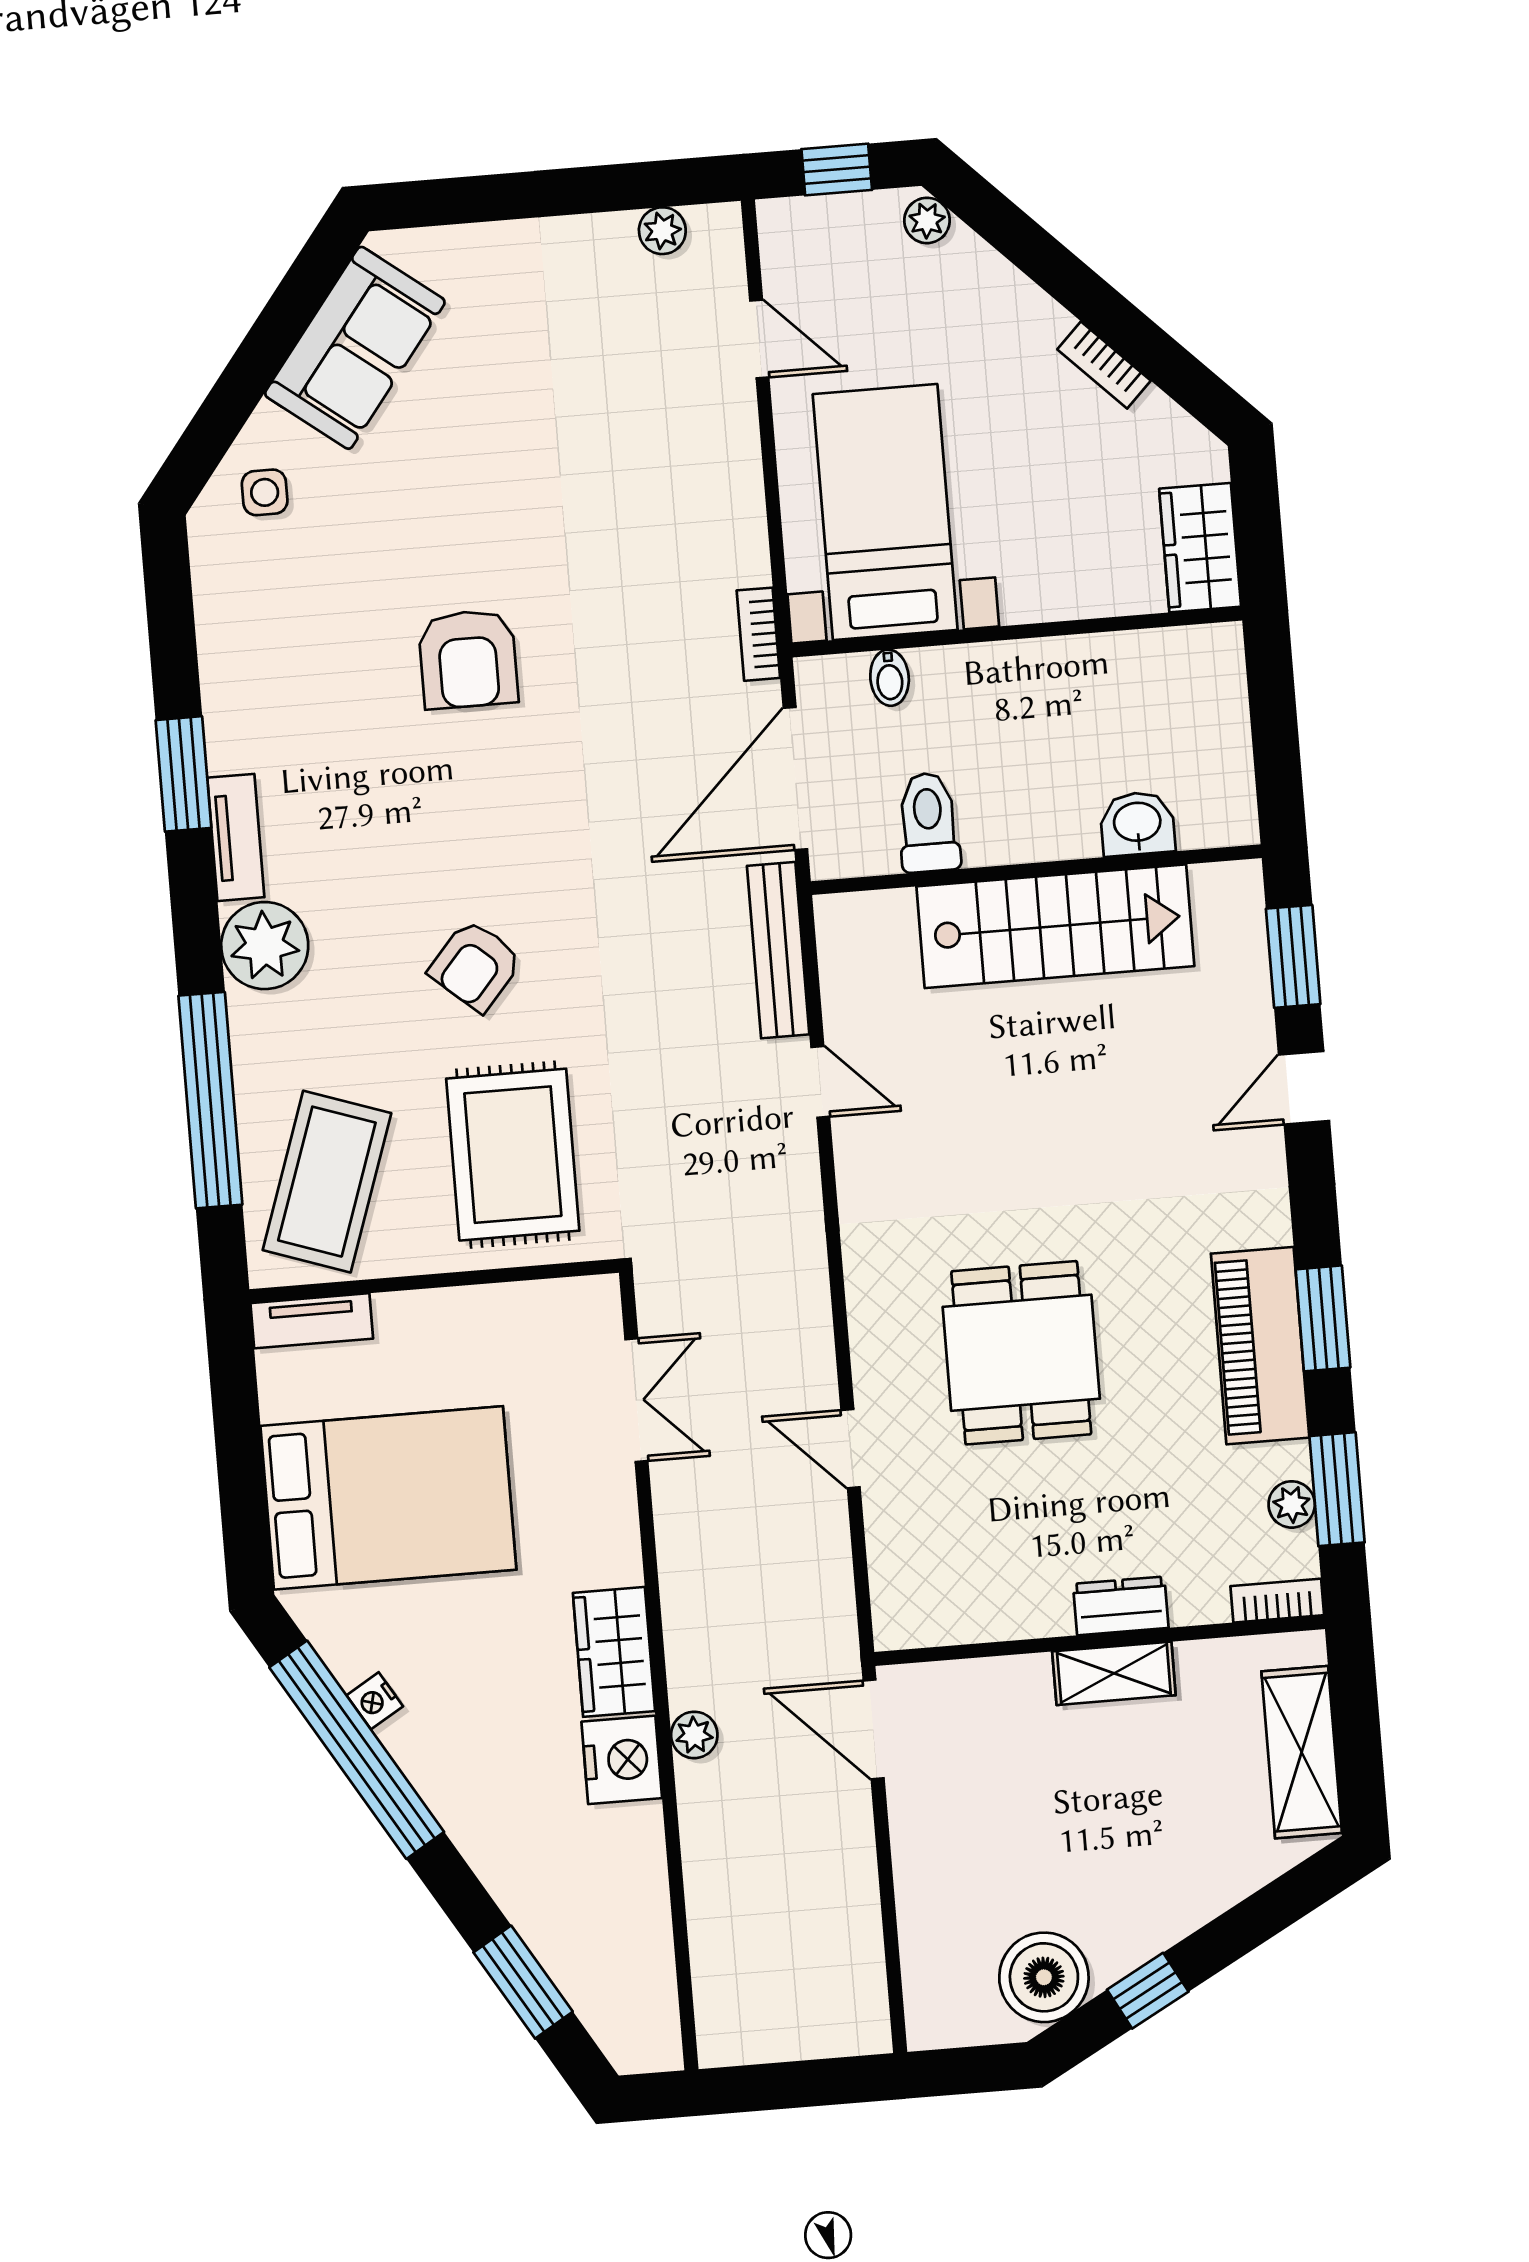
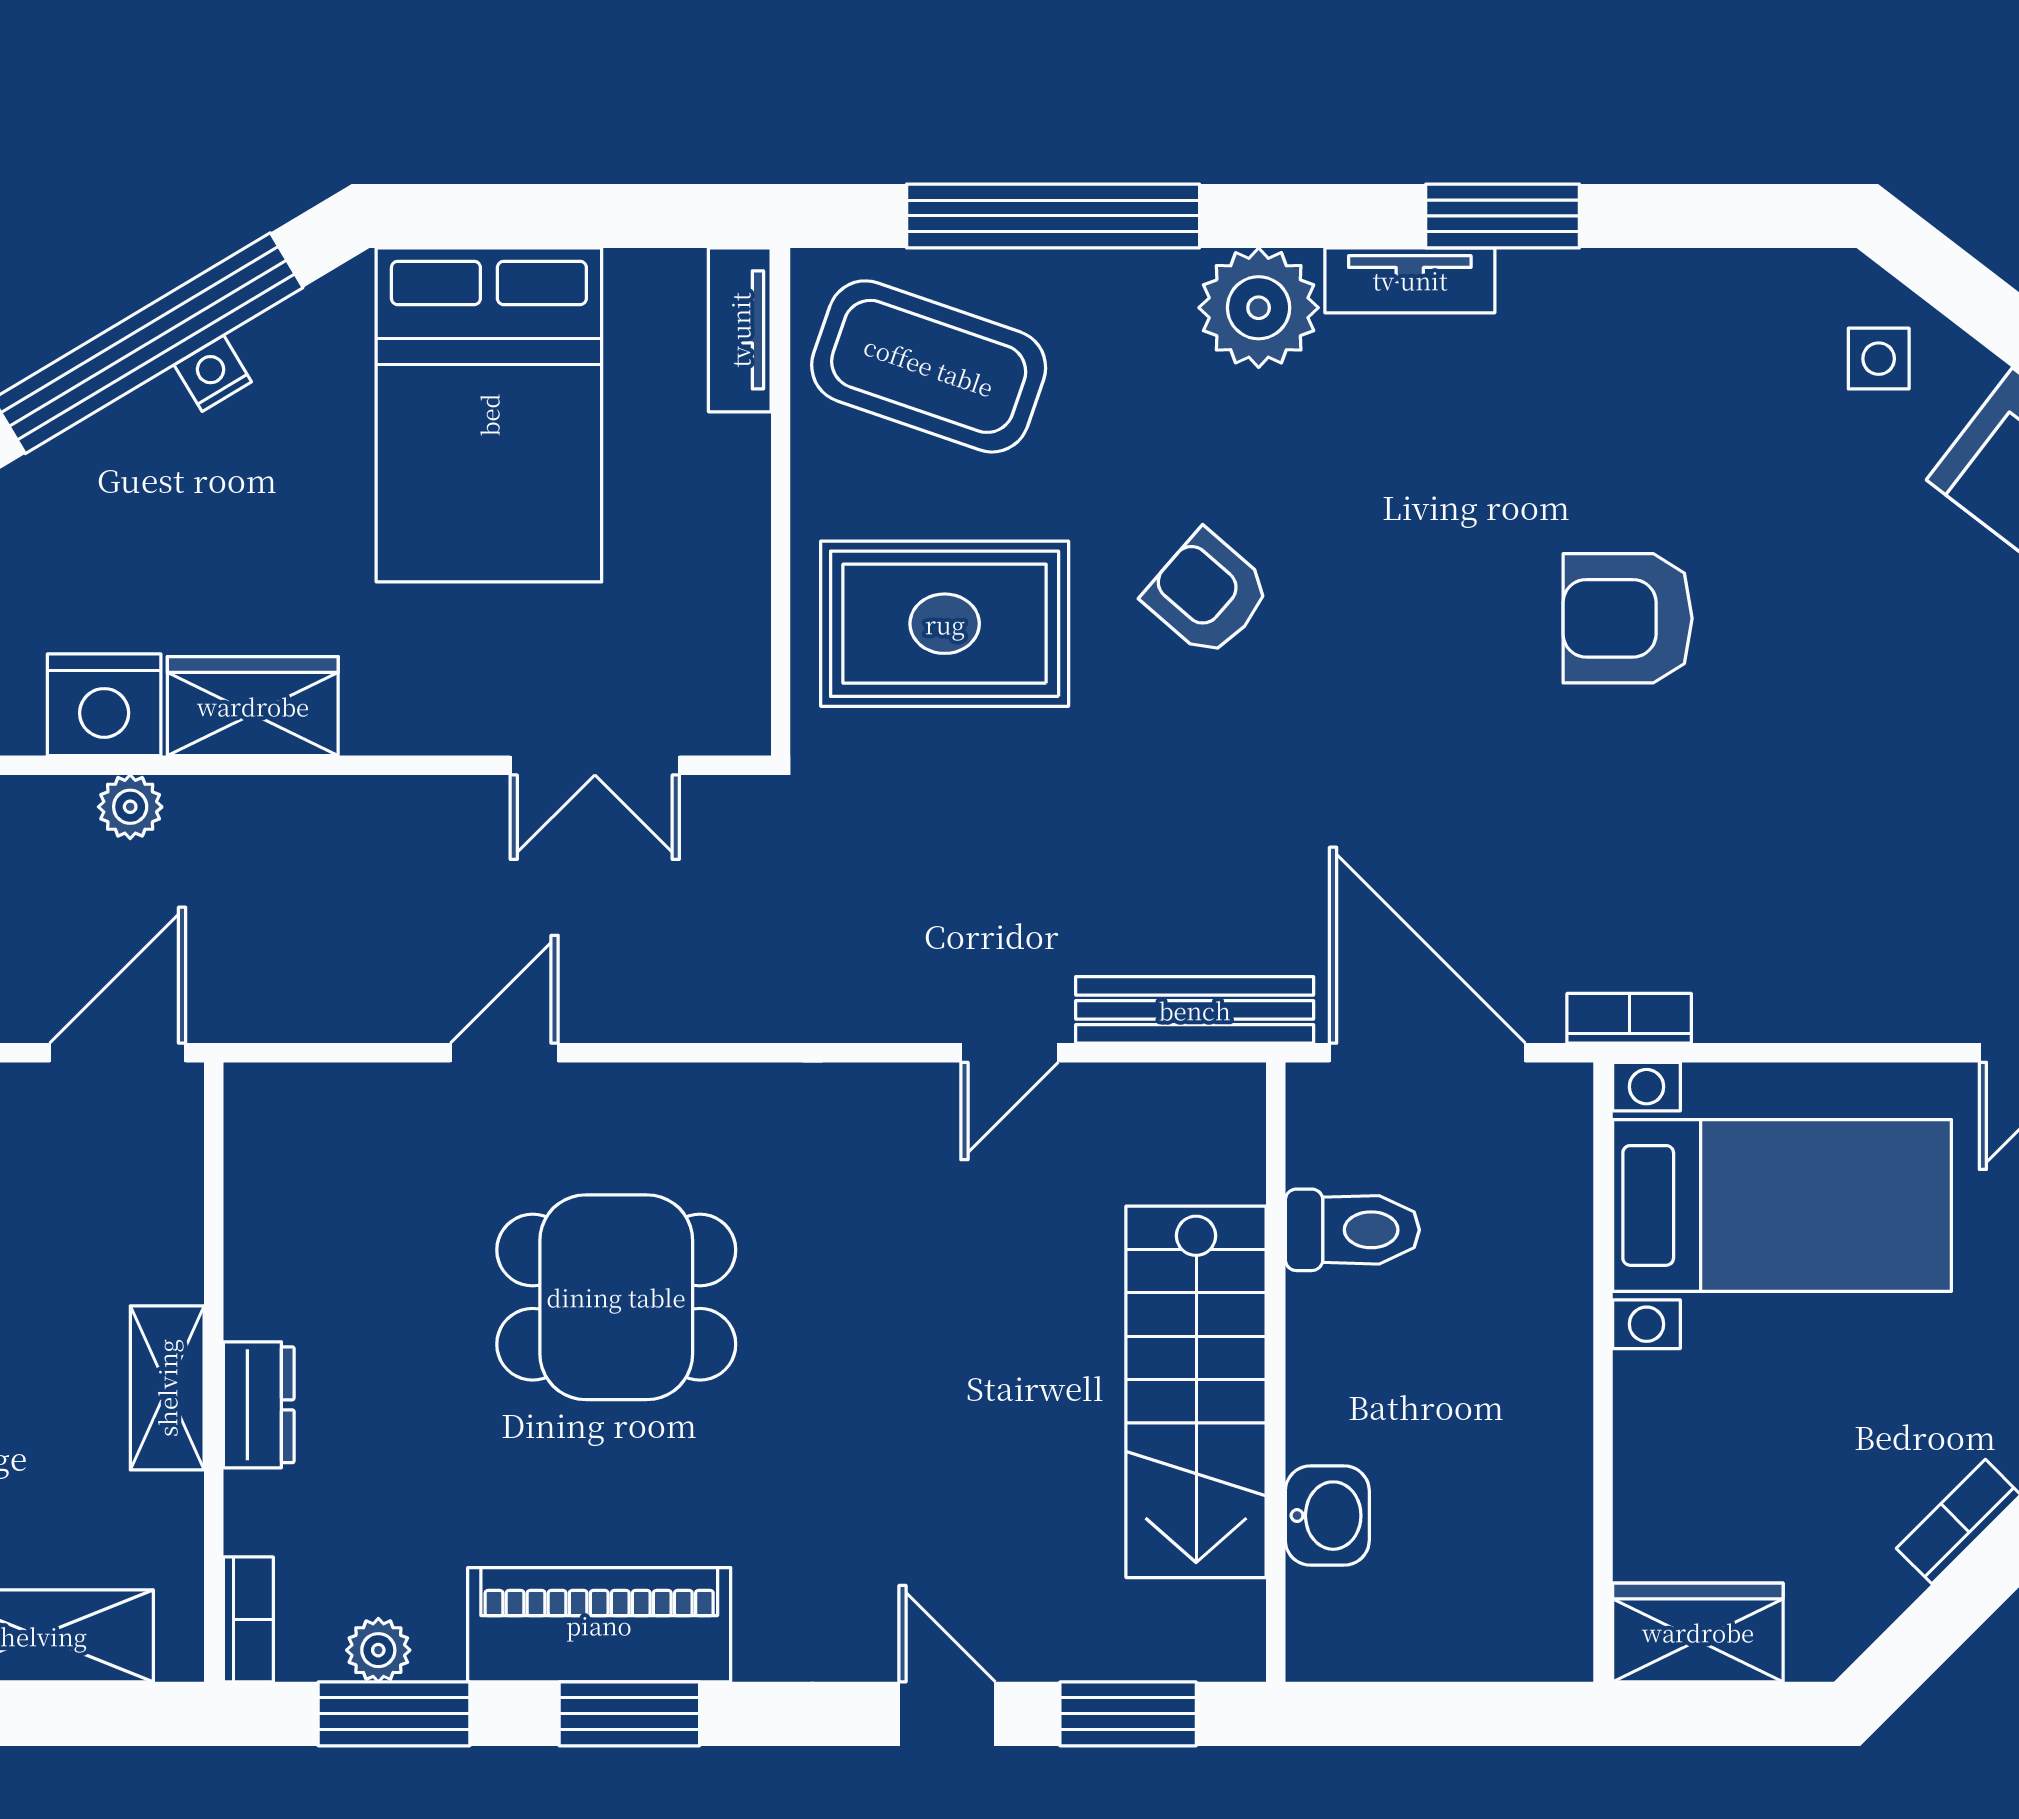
bidet: (890, 678) -> (1555, 1193), removed

